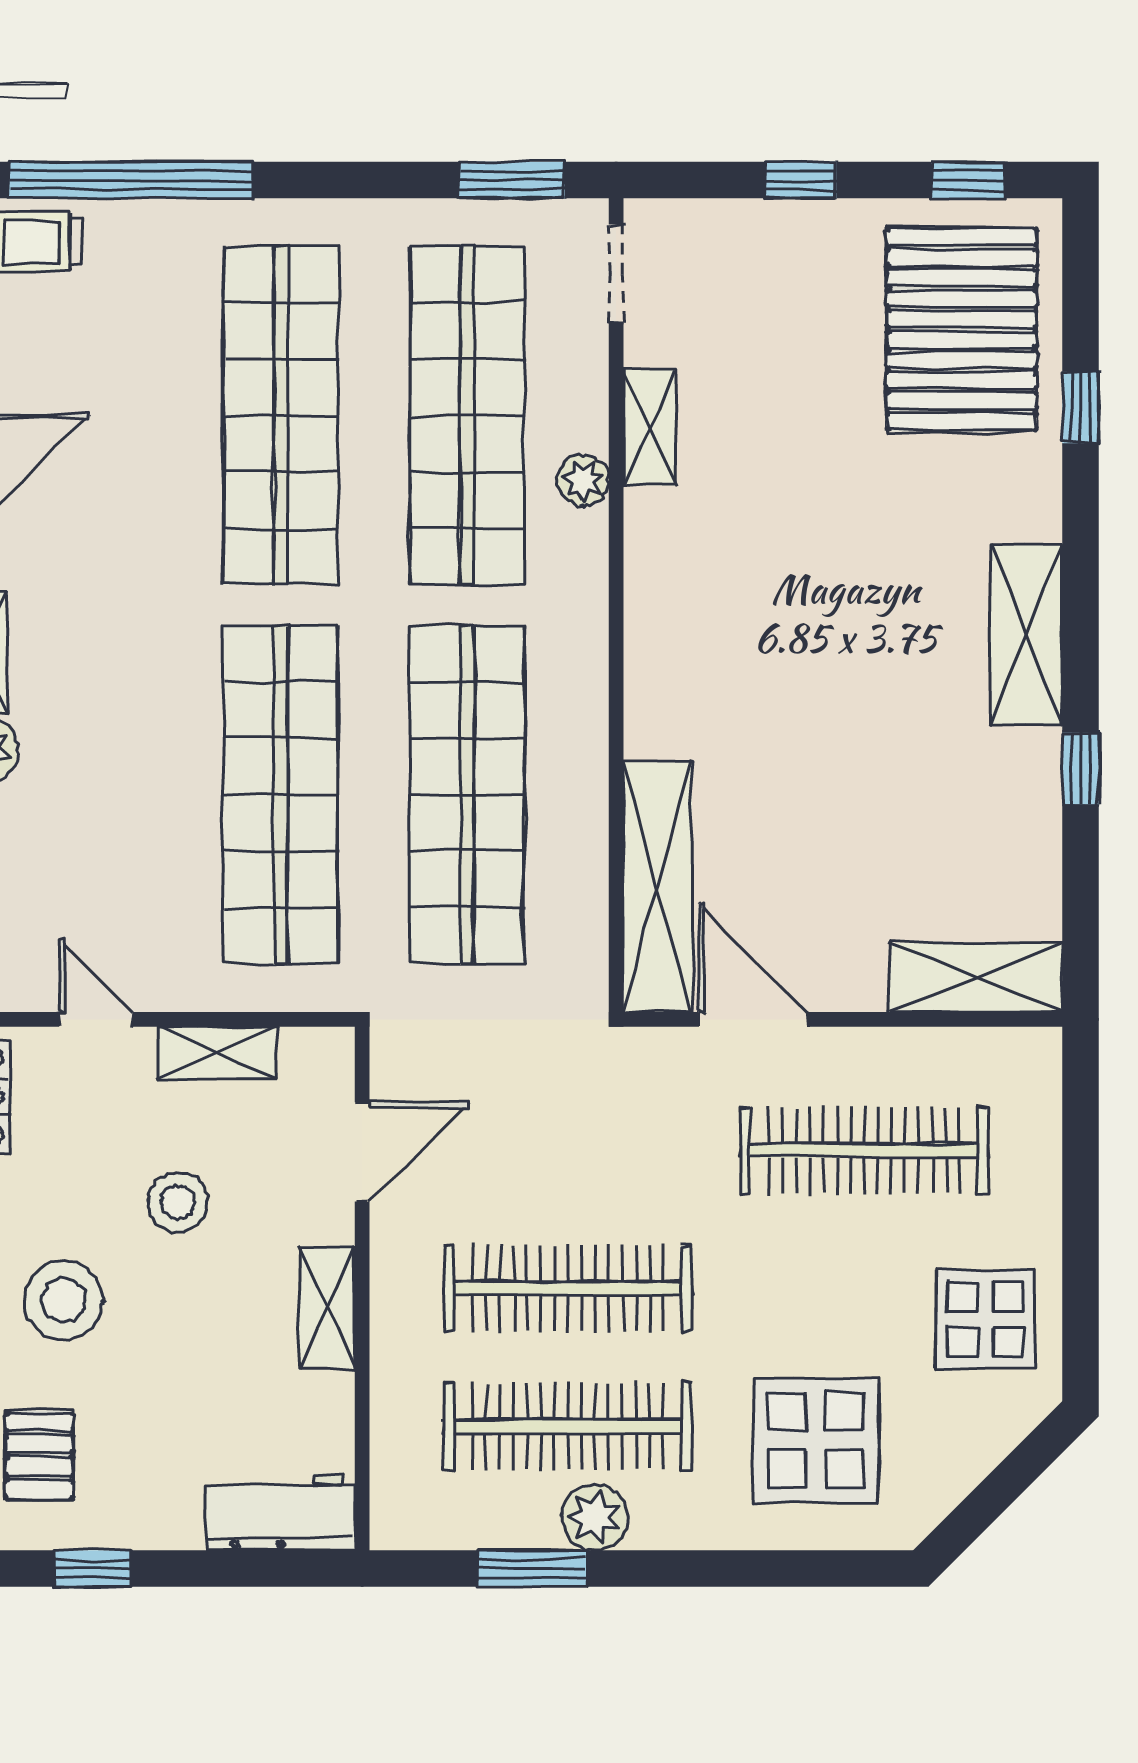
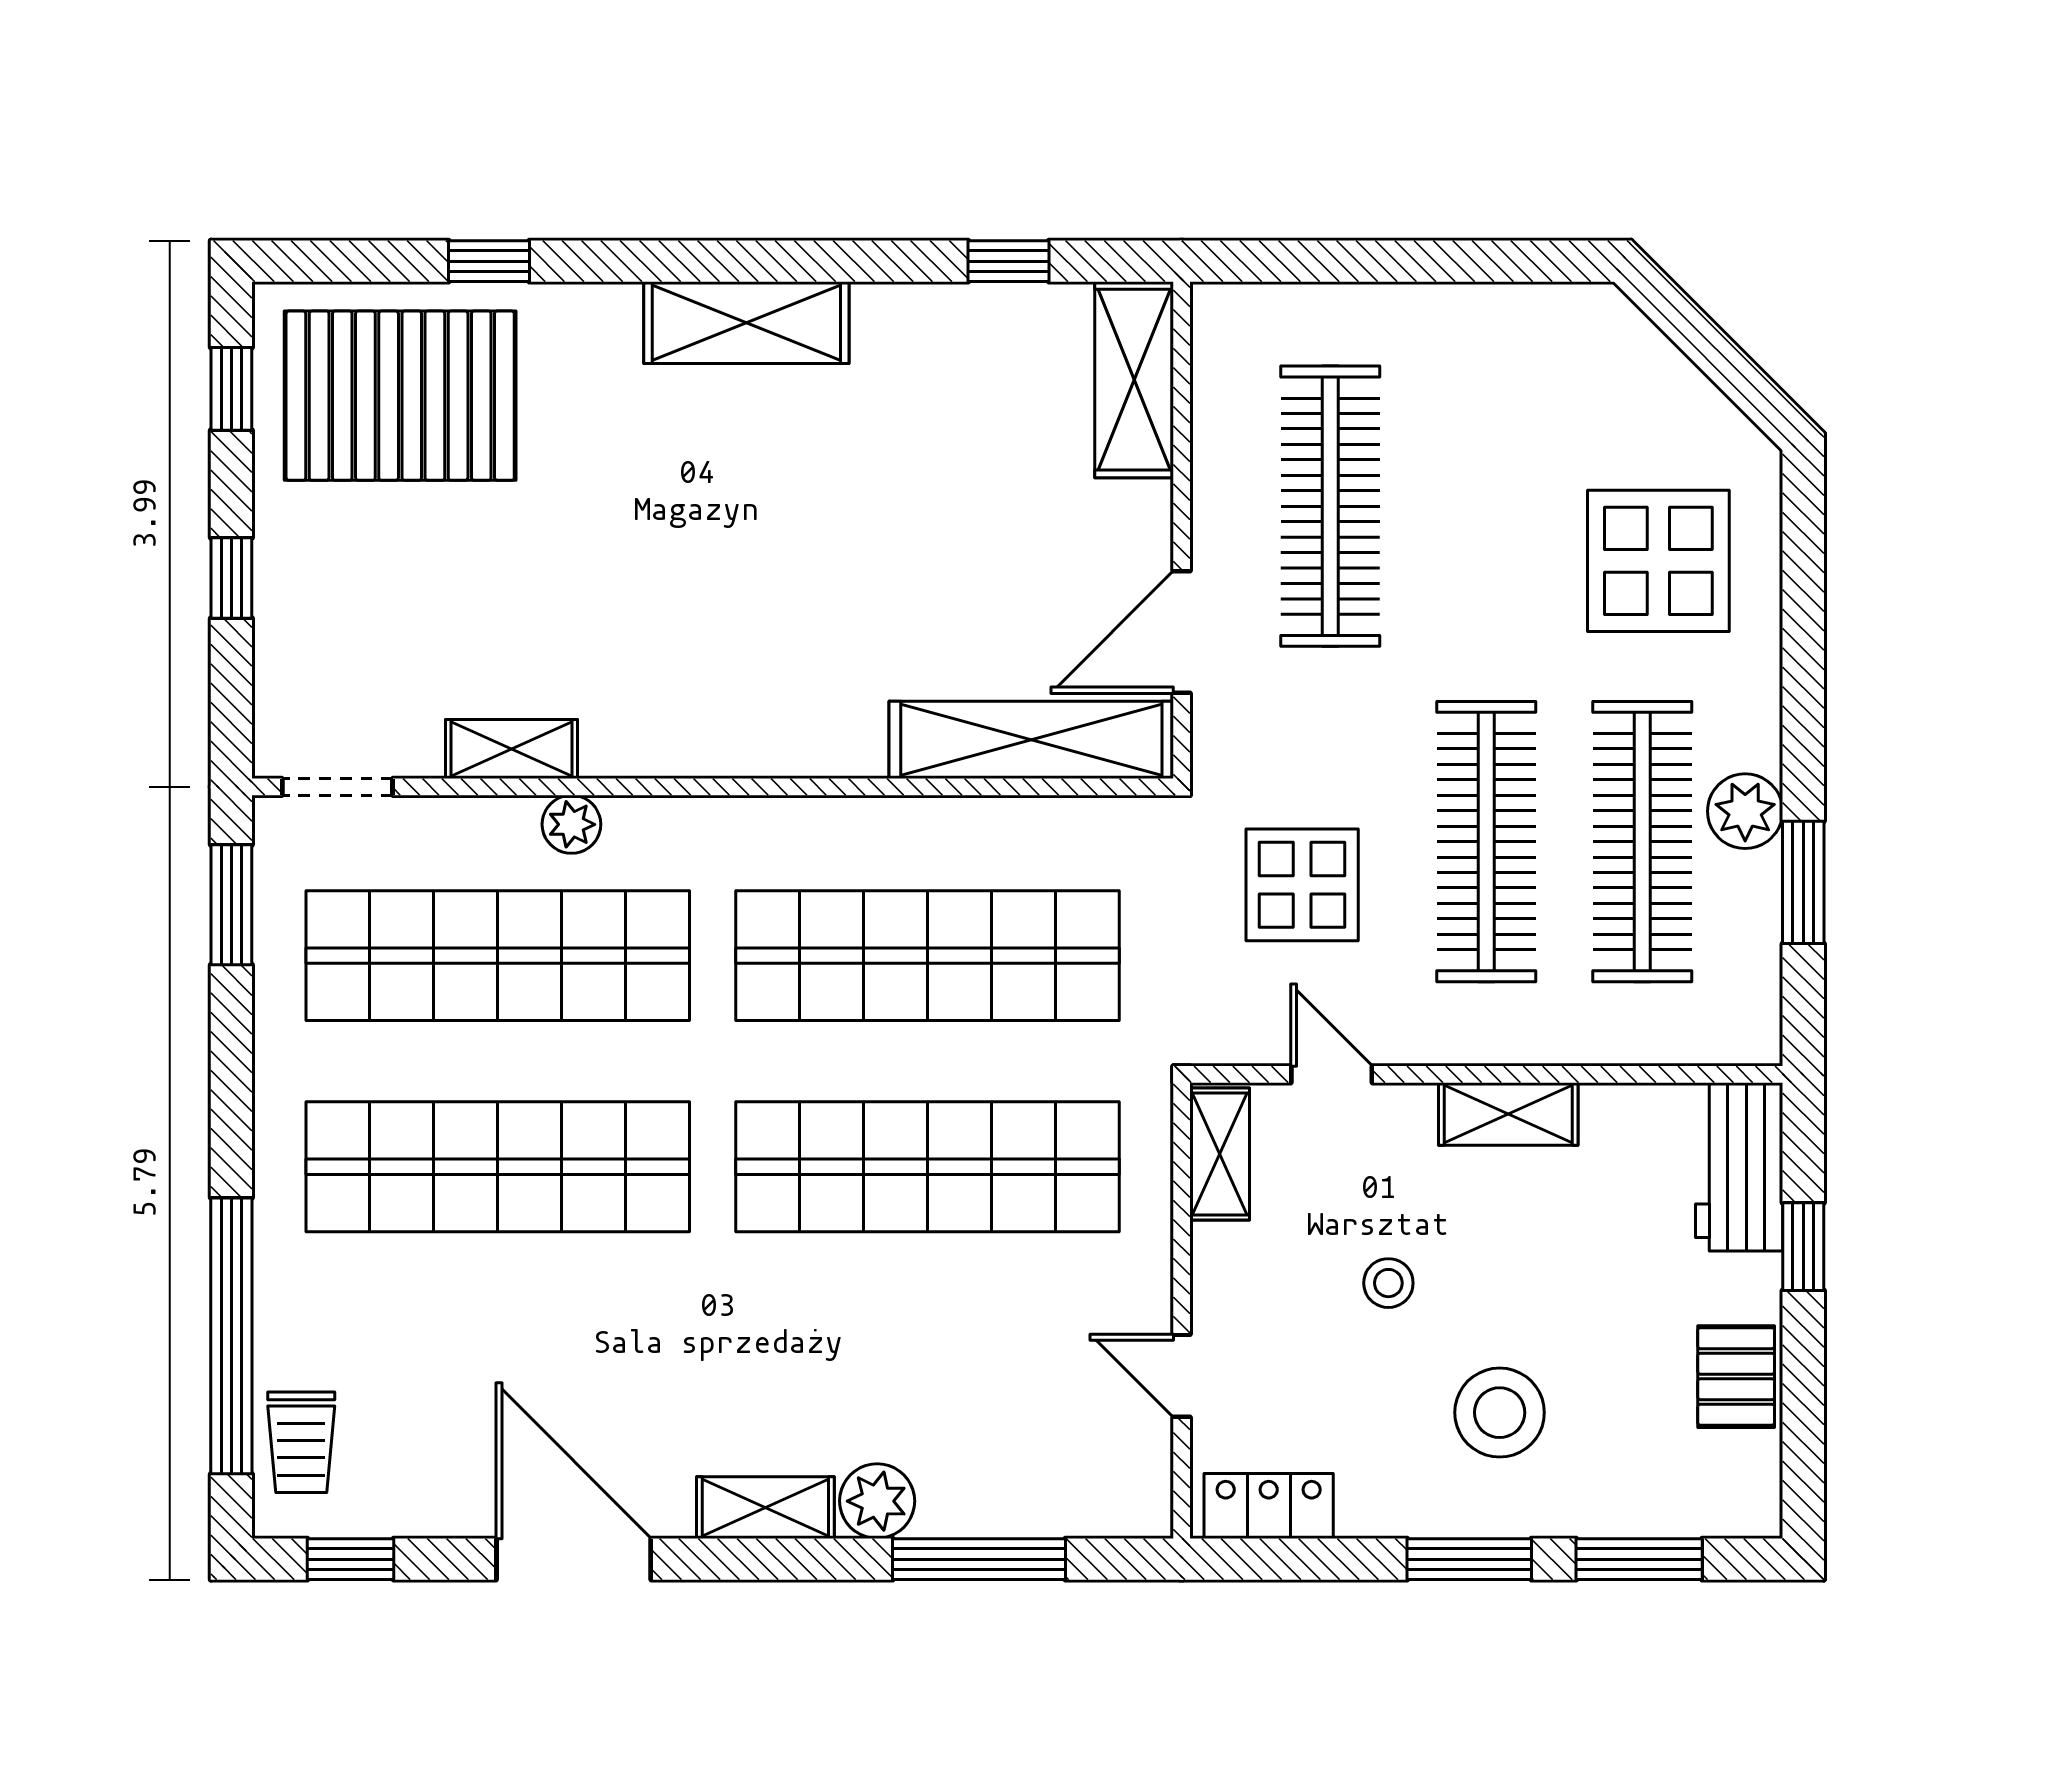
window: (1080, 769) -> (1009, 261), moved
door: (96, 1019) -> (1182, 1376), hinge flipped
shelving: (217, 1053) -> (1220, 1154), moved
door: (362, 1152) -> (1332, 1074), width x0.73
stool: (178, 1202) -> (1388, 1283), width x0.73, depth x0.73
display table: (985, 1319) -> (1302, 885), moved
pallet: (39, 1455) -> (1736, 1377), moved, turned 90
window: (93, 1568) -> (1803, 1247), moved

